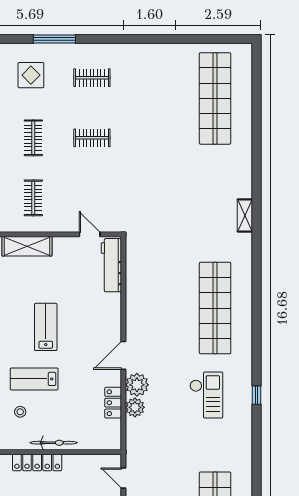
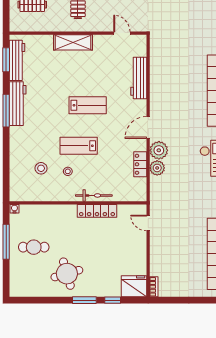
workbench: (111, 265) -> (139, 78), moved
lab bench: (46, 327) -> (88, 105), turned 90
locker: (37, 462) -> (97, 211), moved

